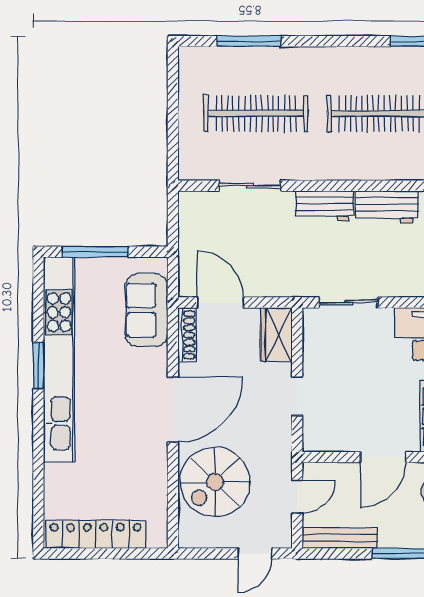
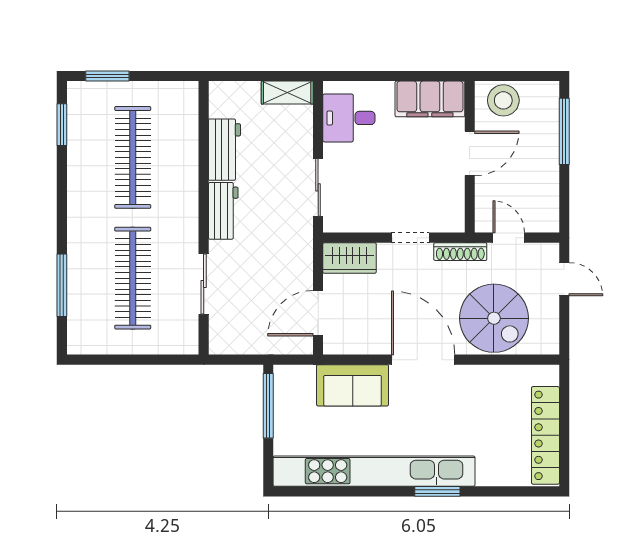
window: (95, 252) -> (268, 406), moved
sofa: (147, 310) -> (353, 385), moved
shoe rack: (187, 335) -> (460, 252), moved, turned 180
window: (38, 365) -> (437, 491), moved
door: (383, 457) -> (470, 153), hinge flipped
bench: (340, 538) -> (549, 196), removed

